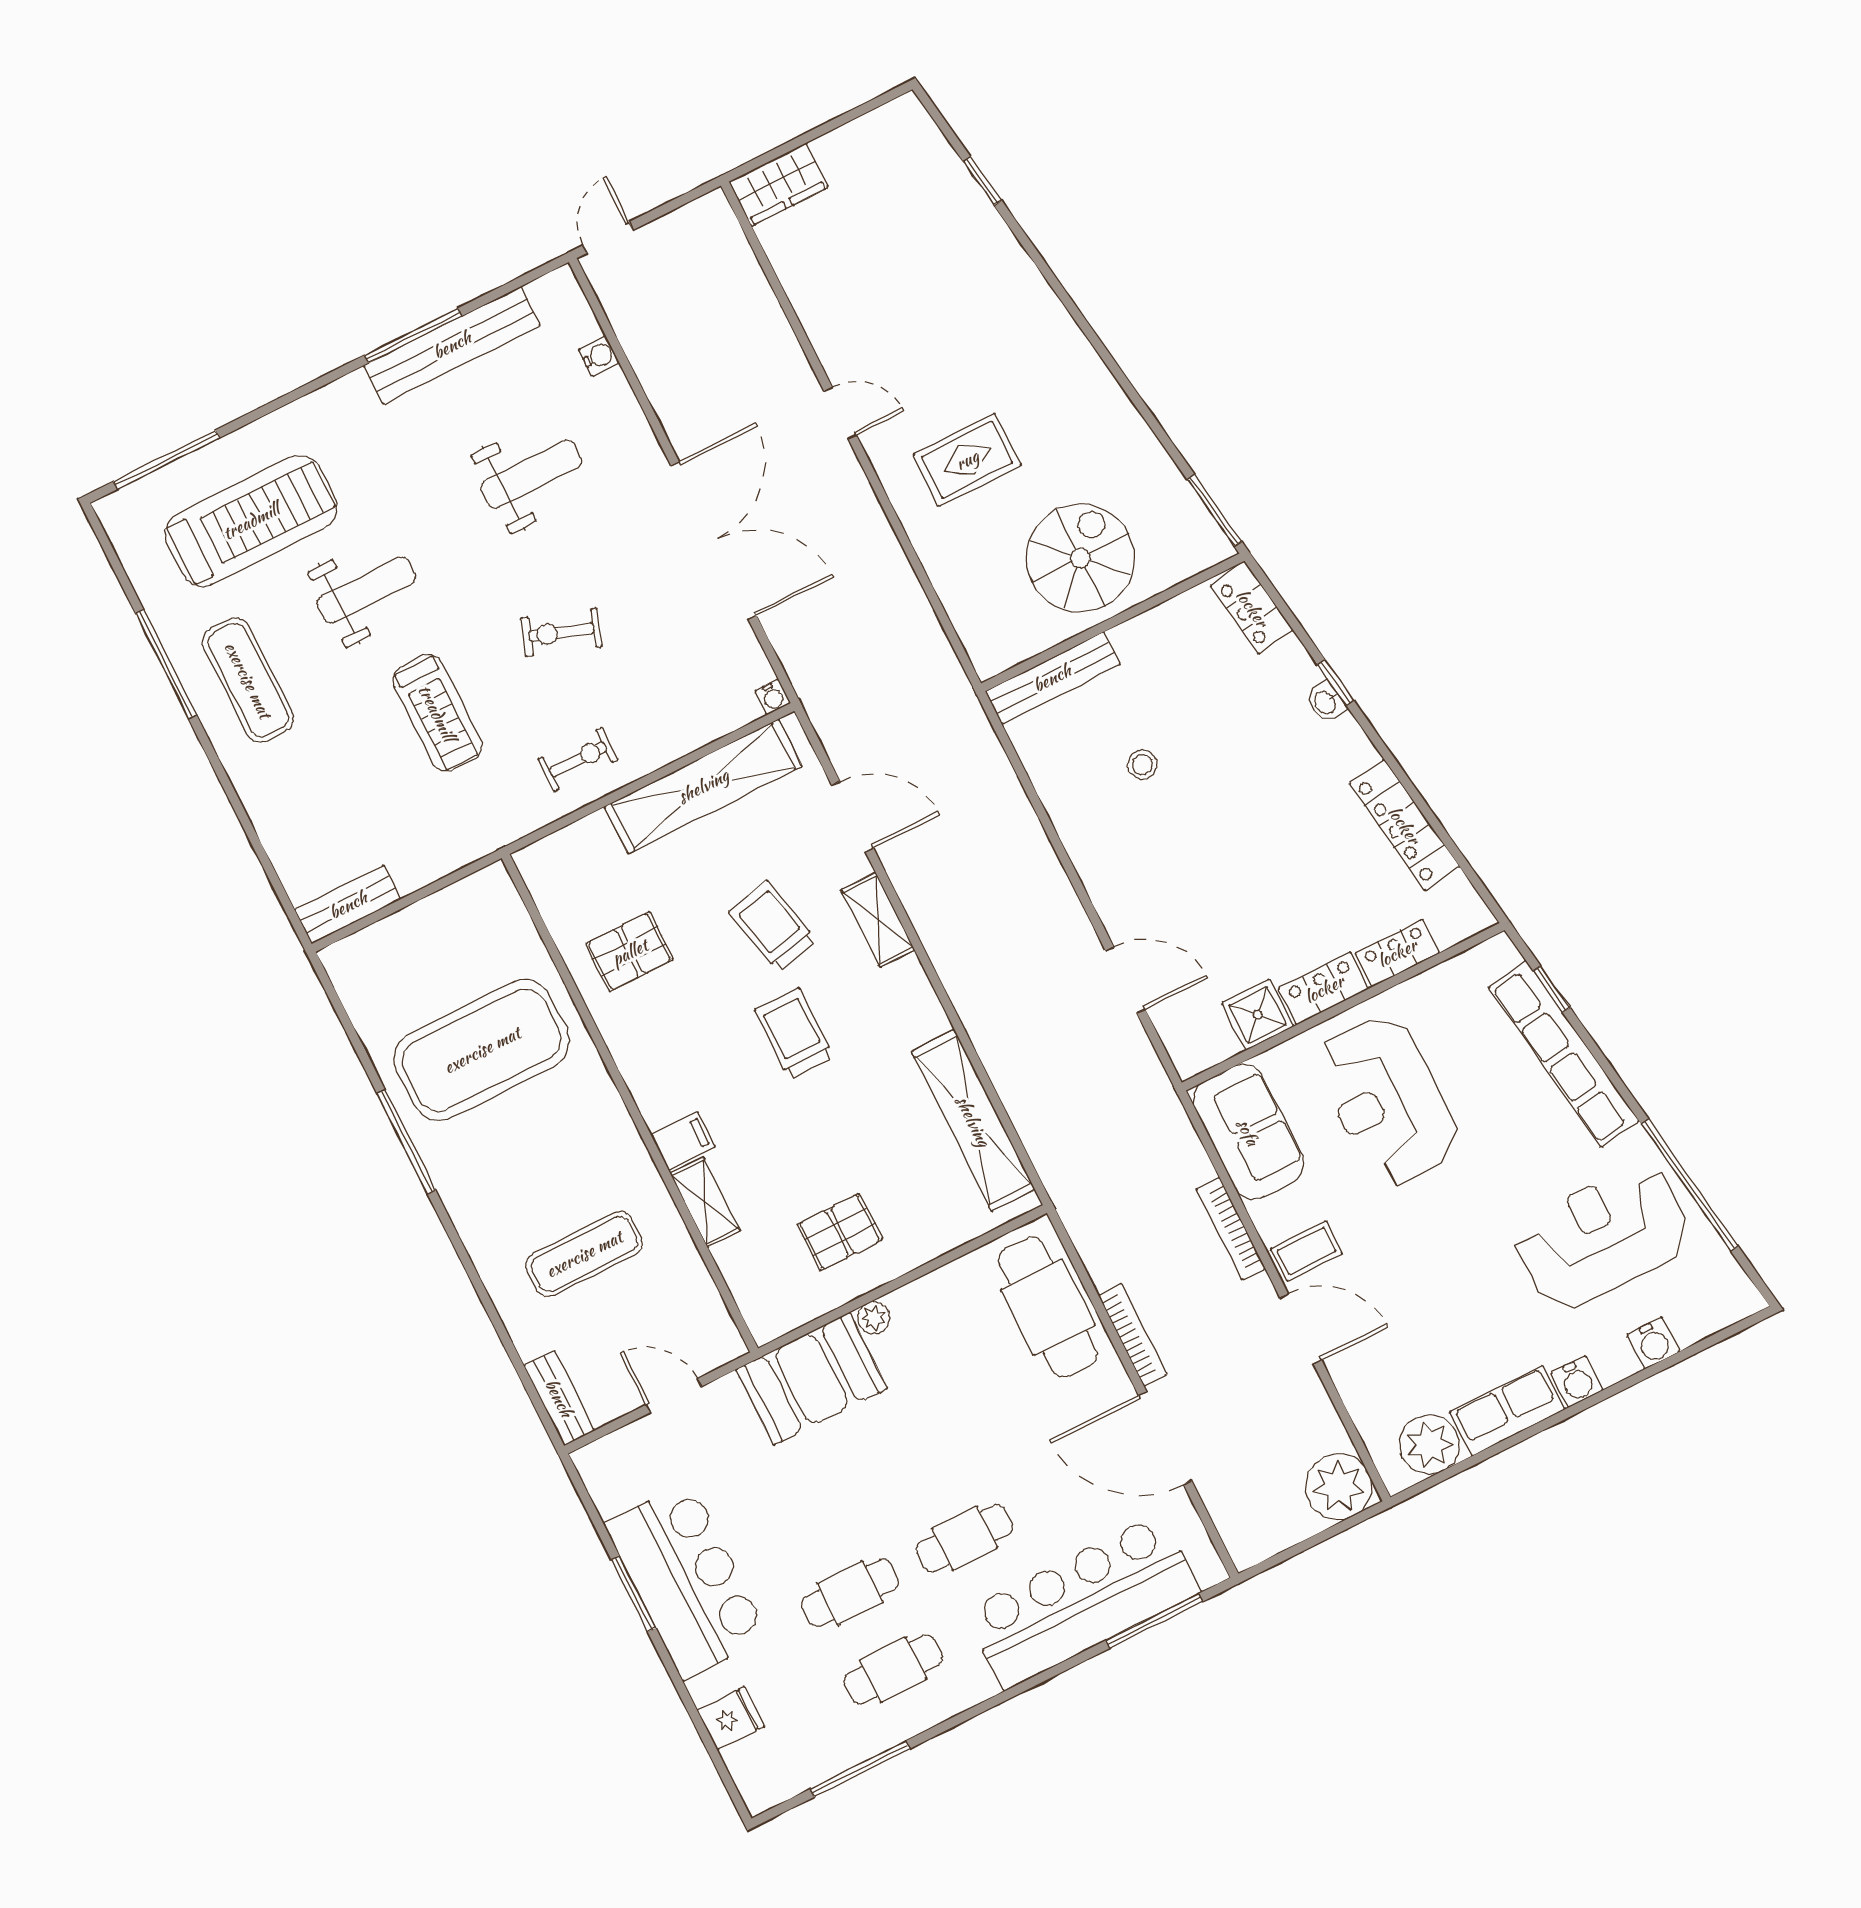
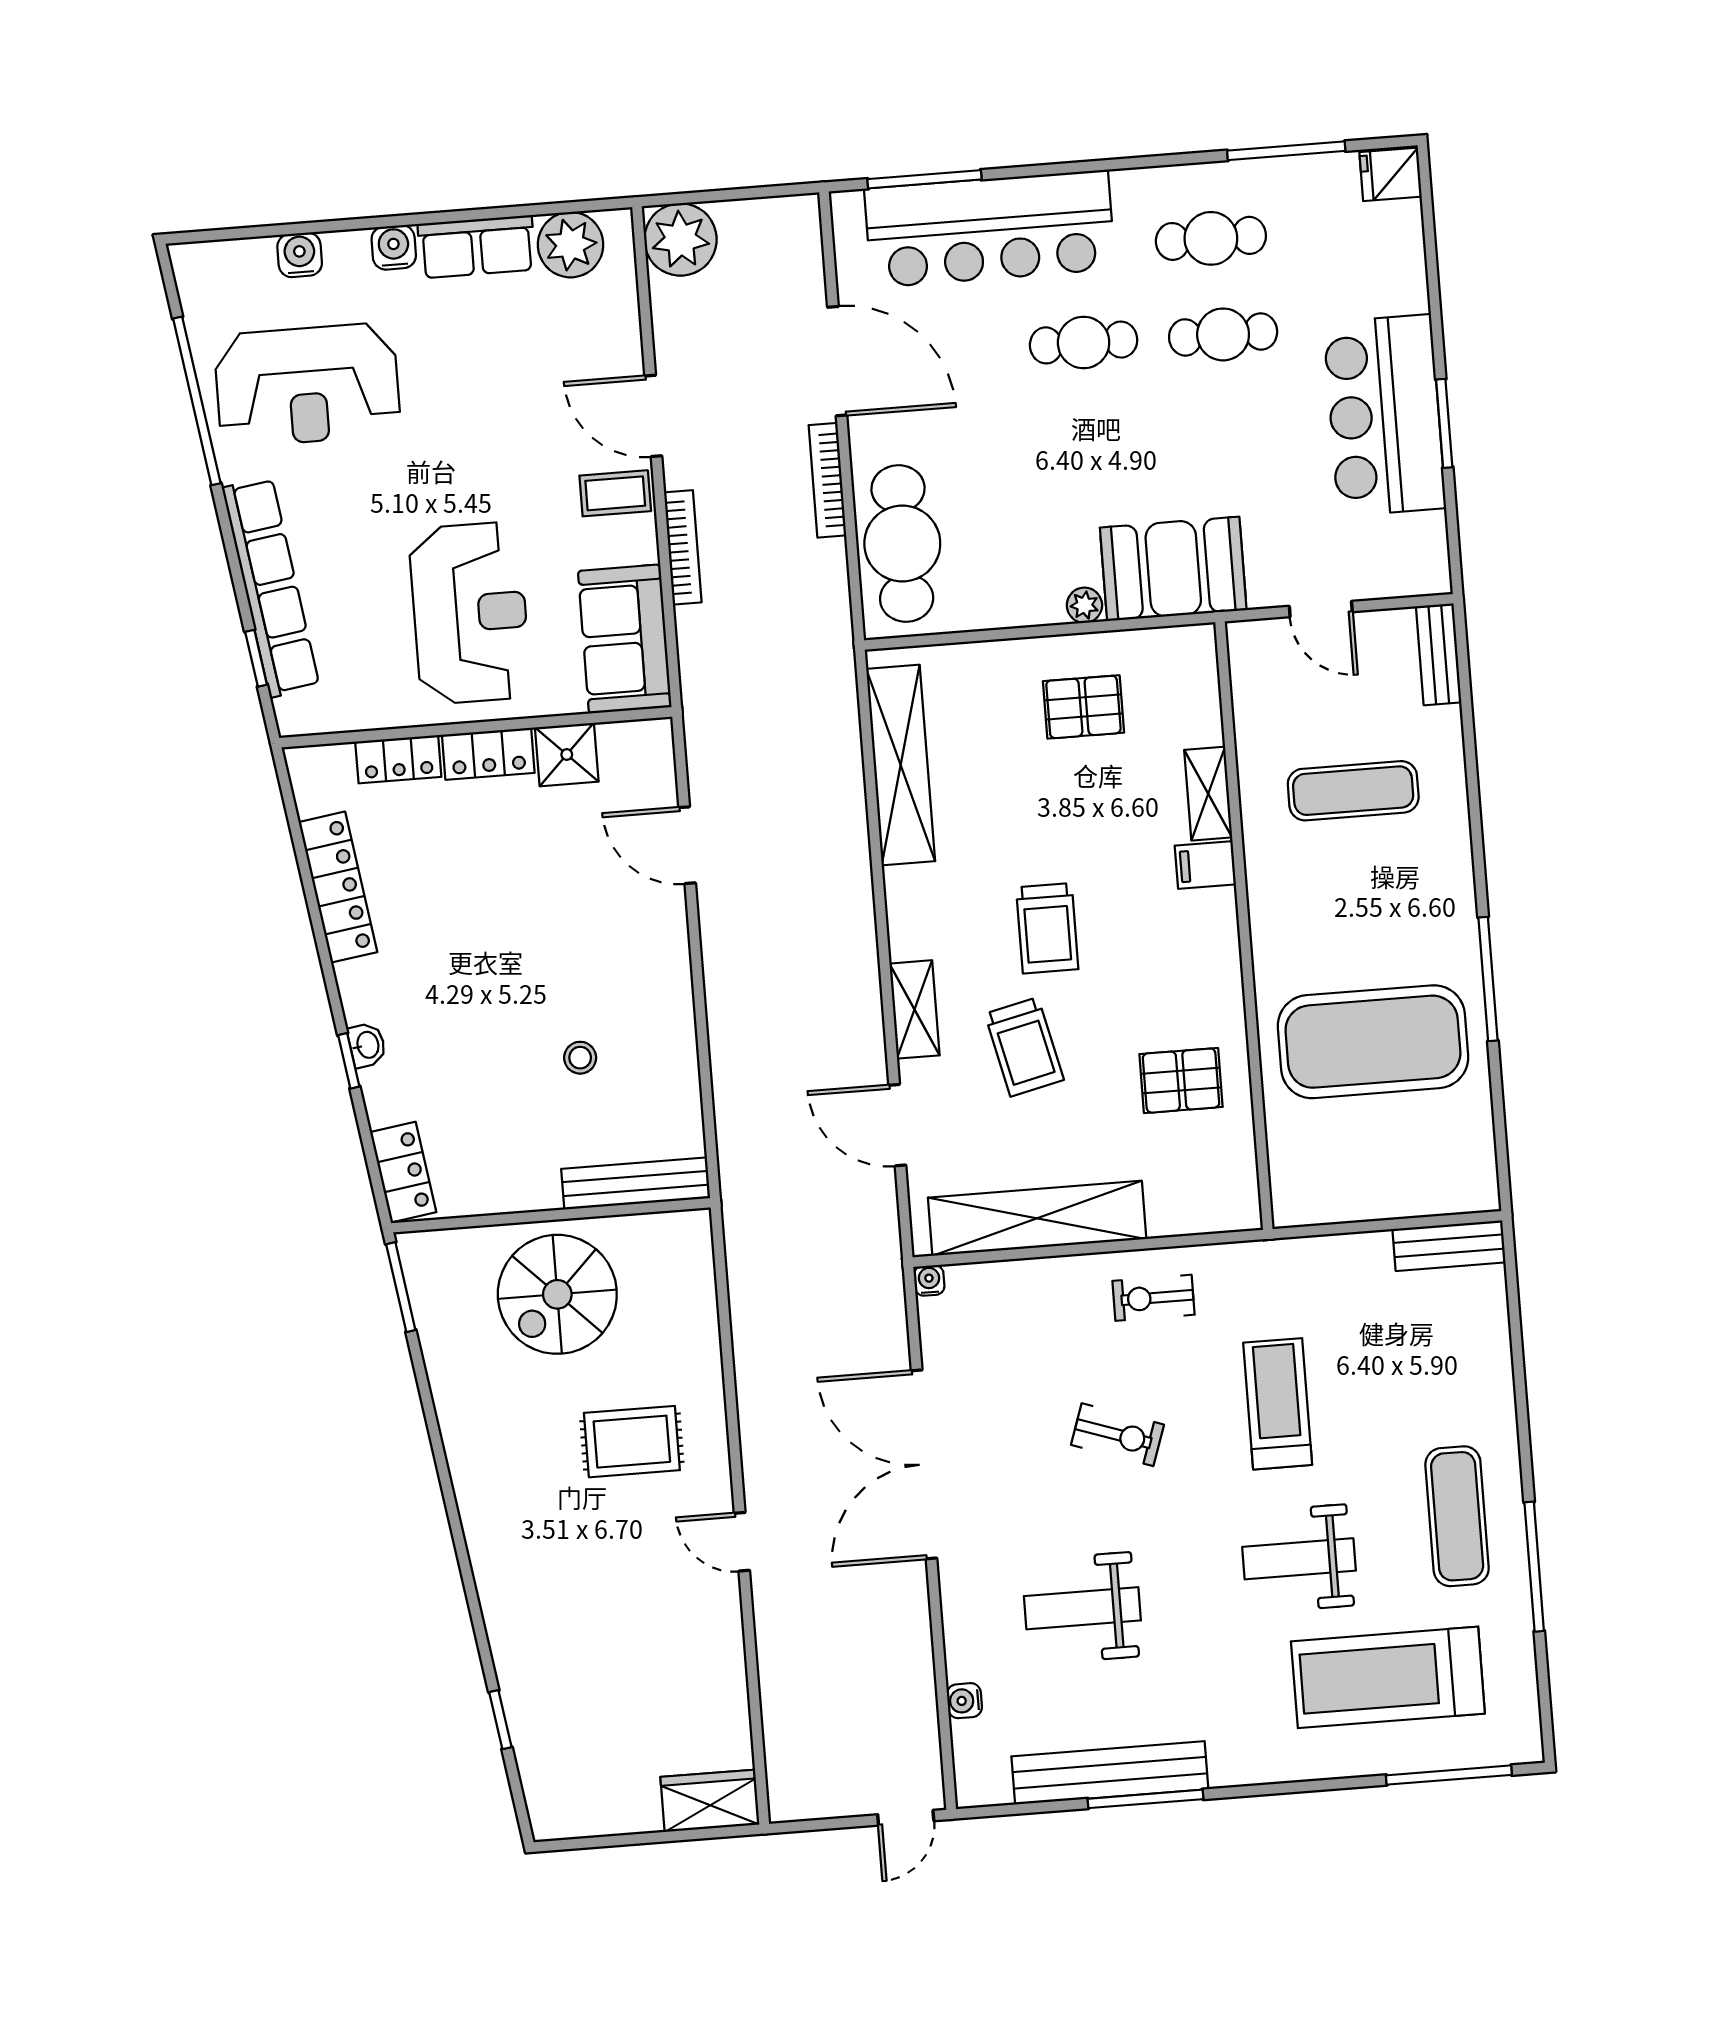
fridge: (731, 1718) -> (1390, 174), moved

